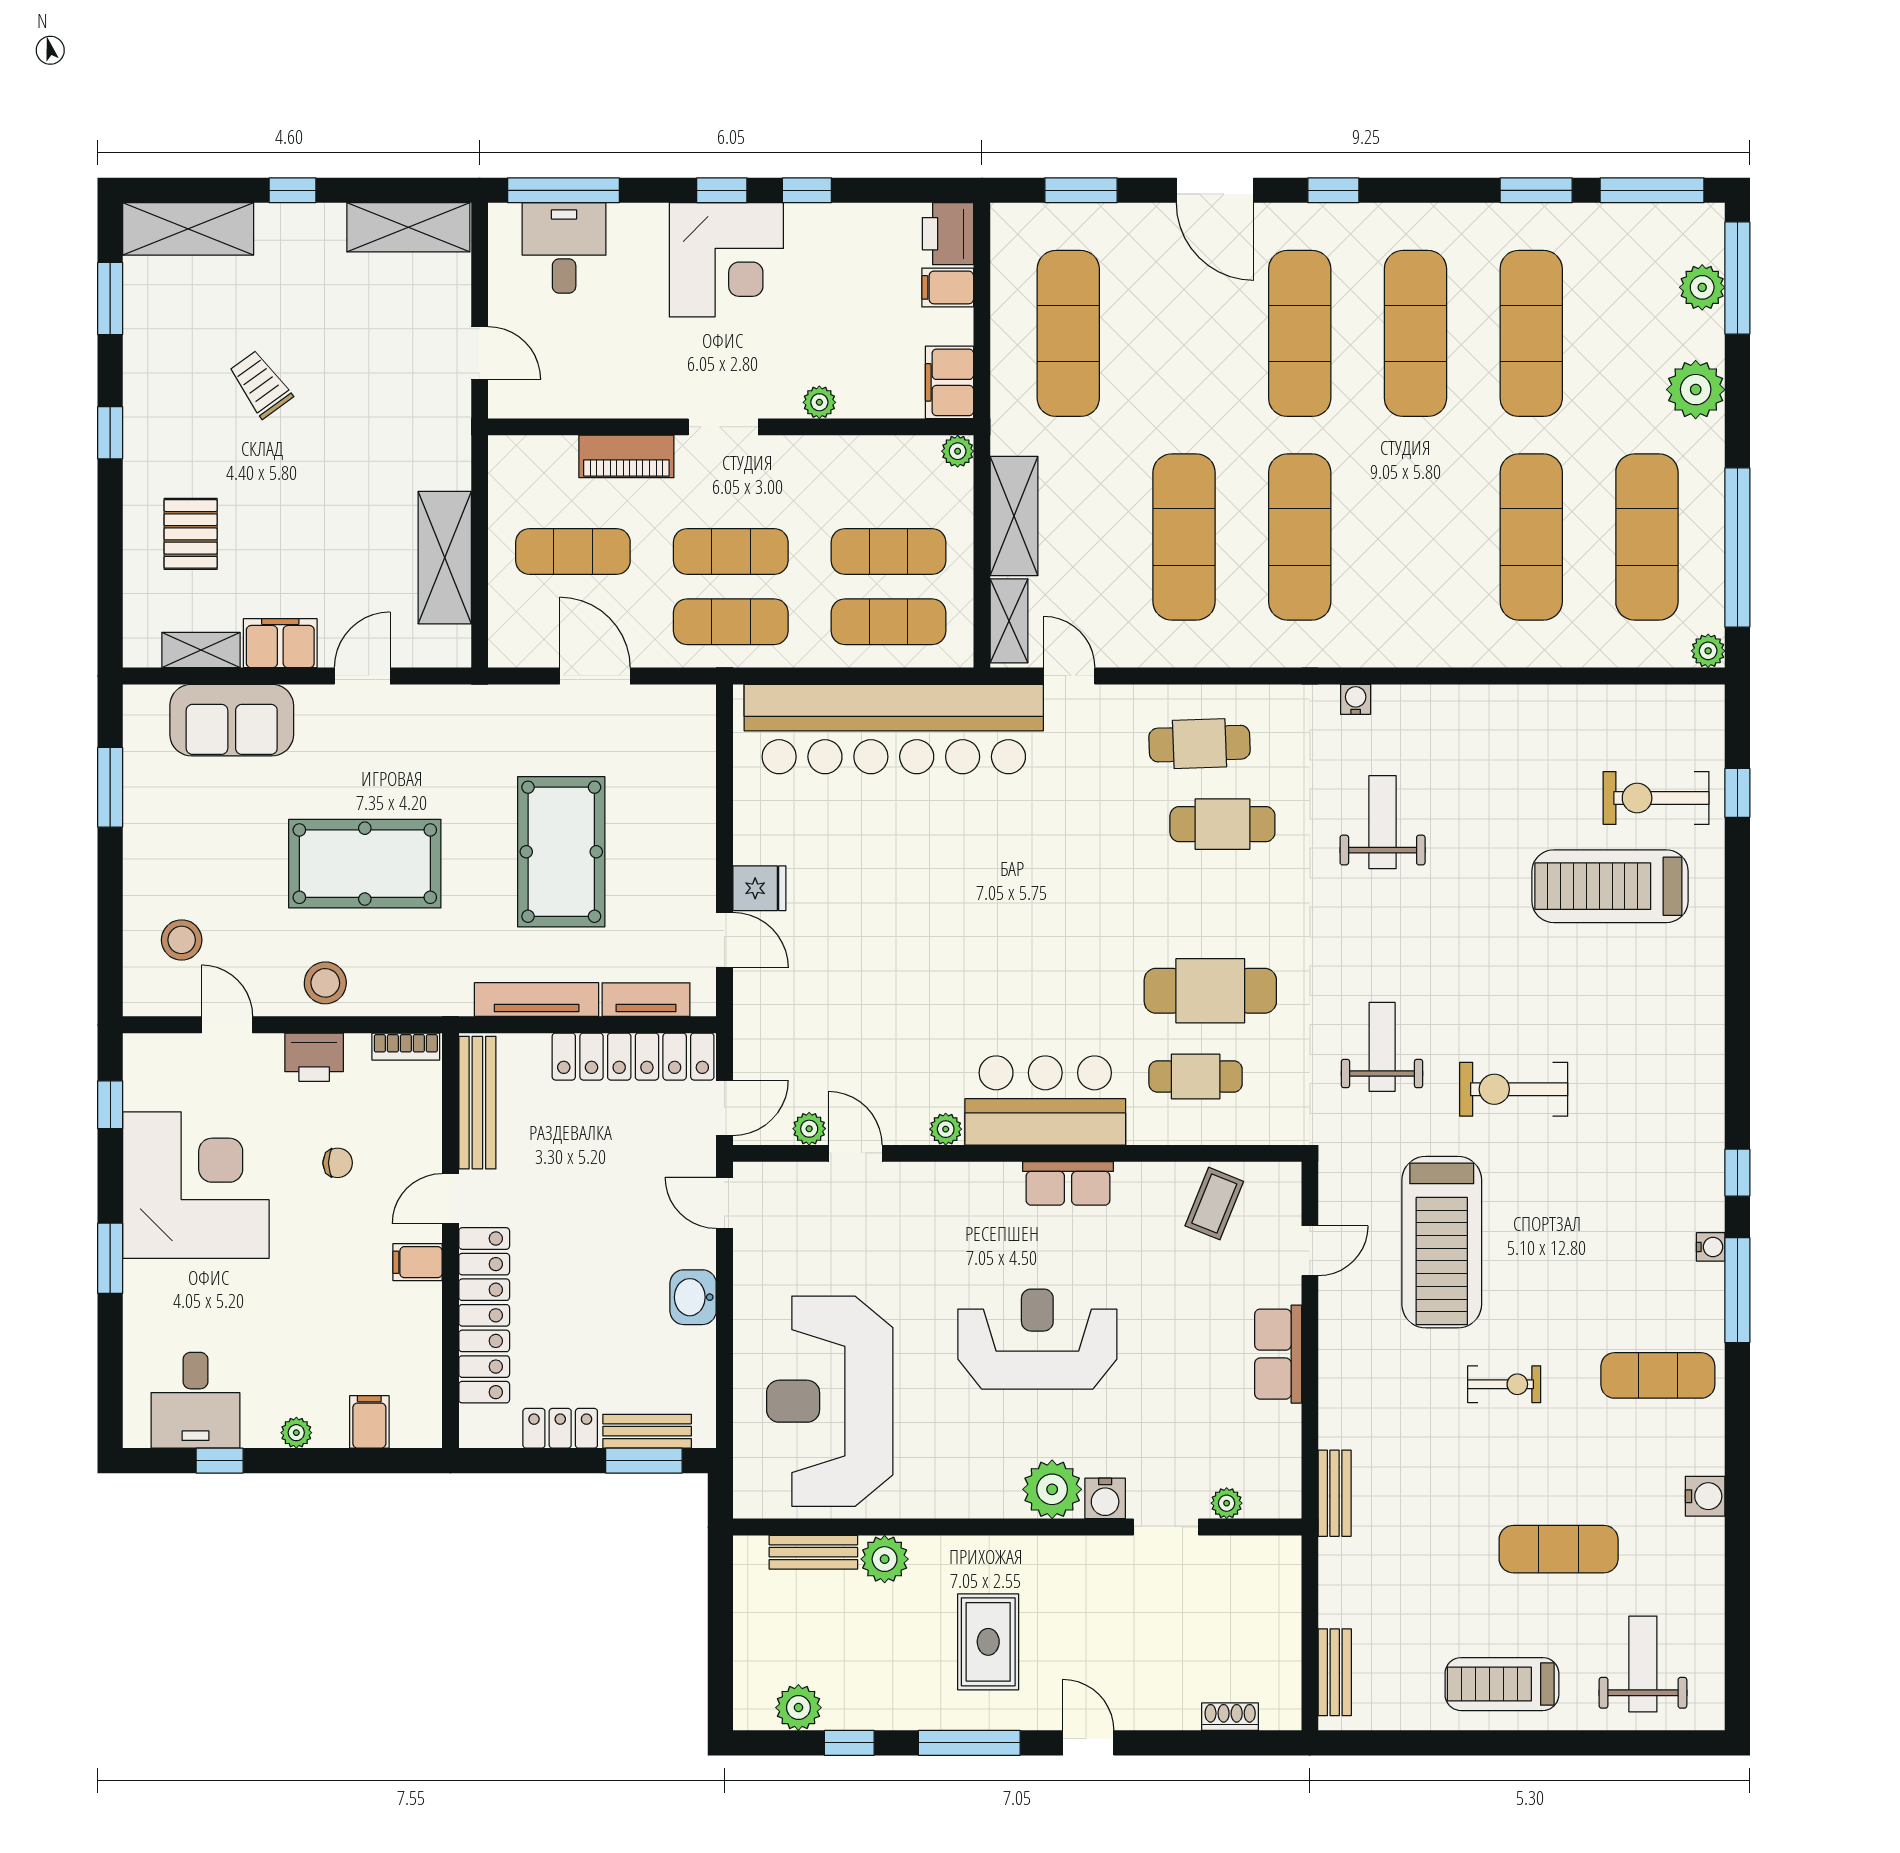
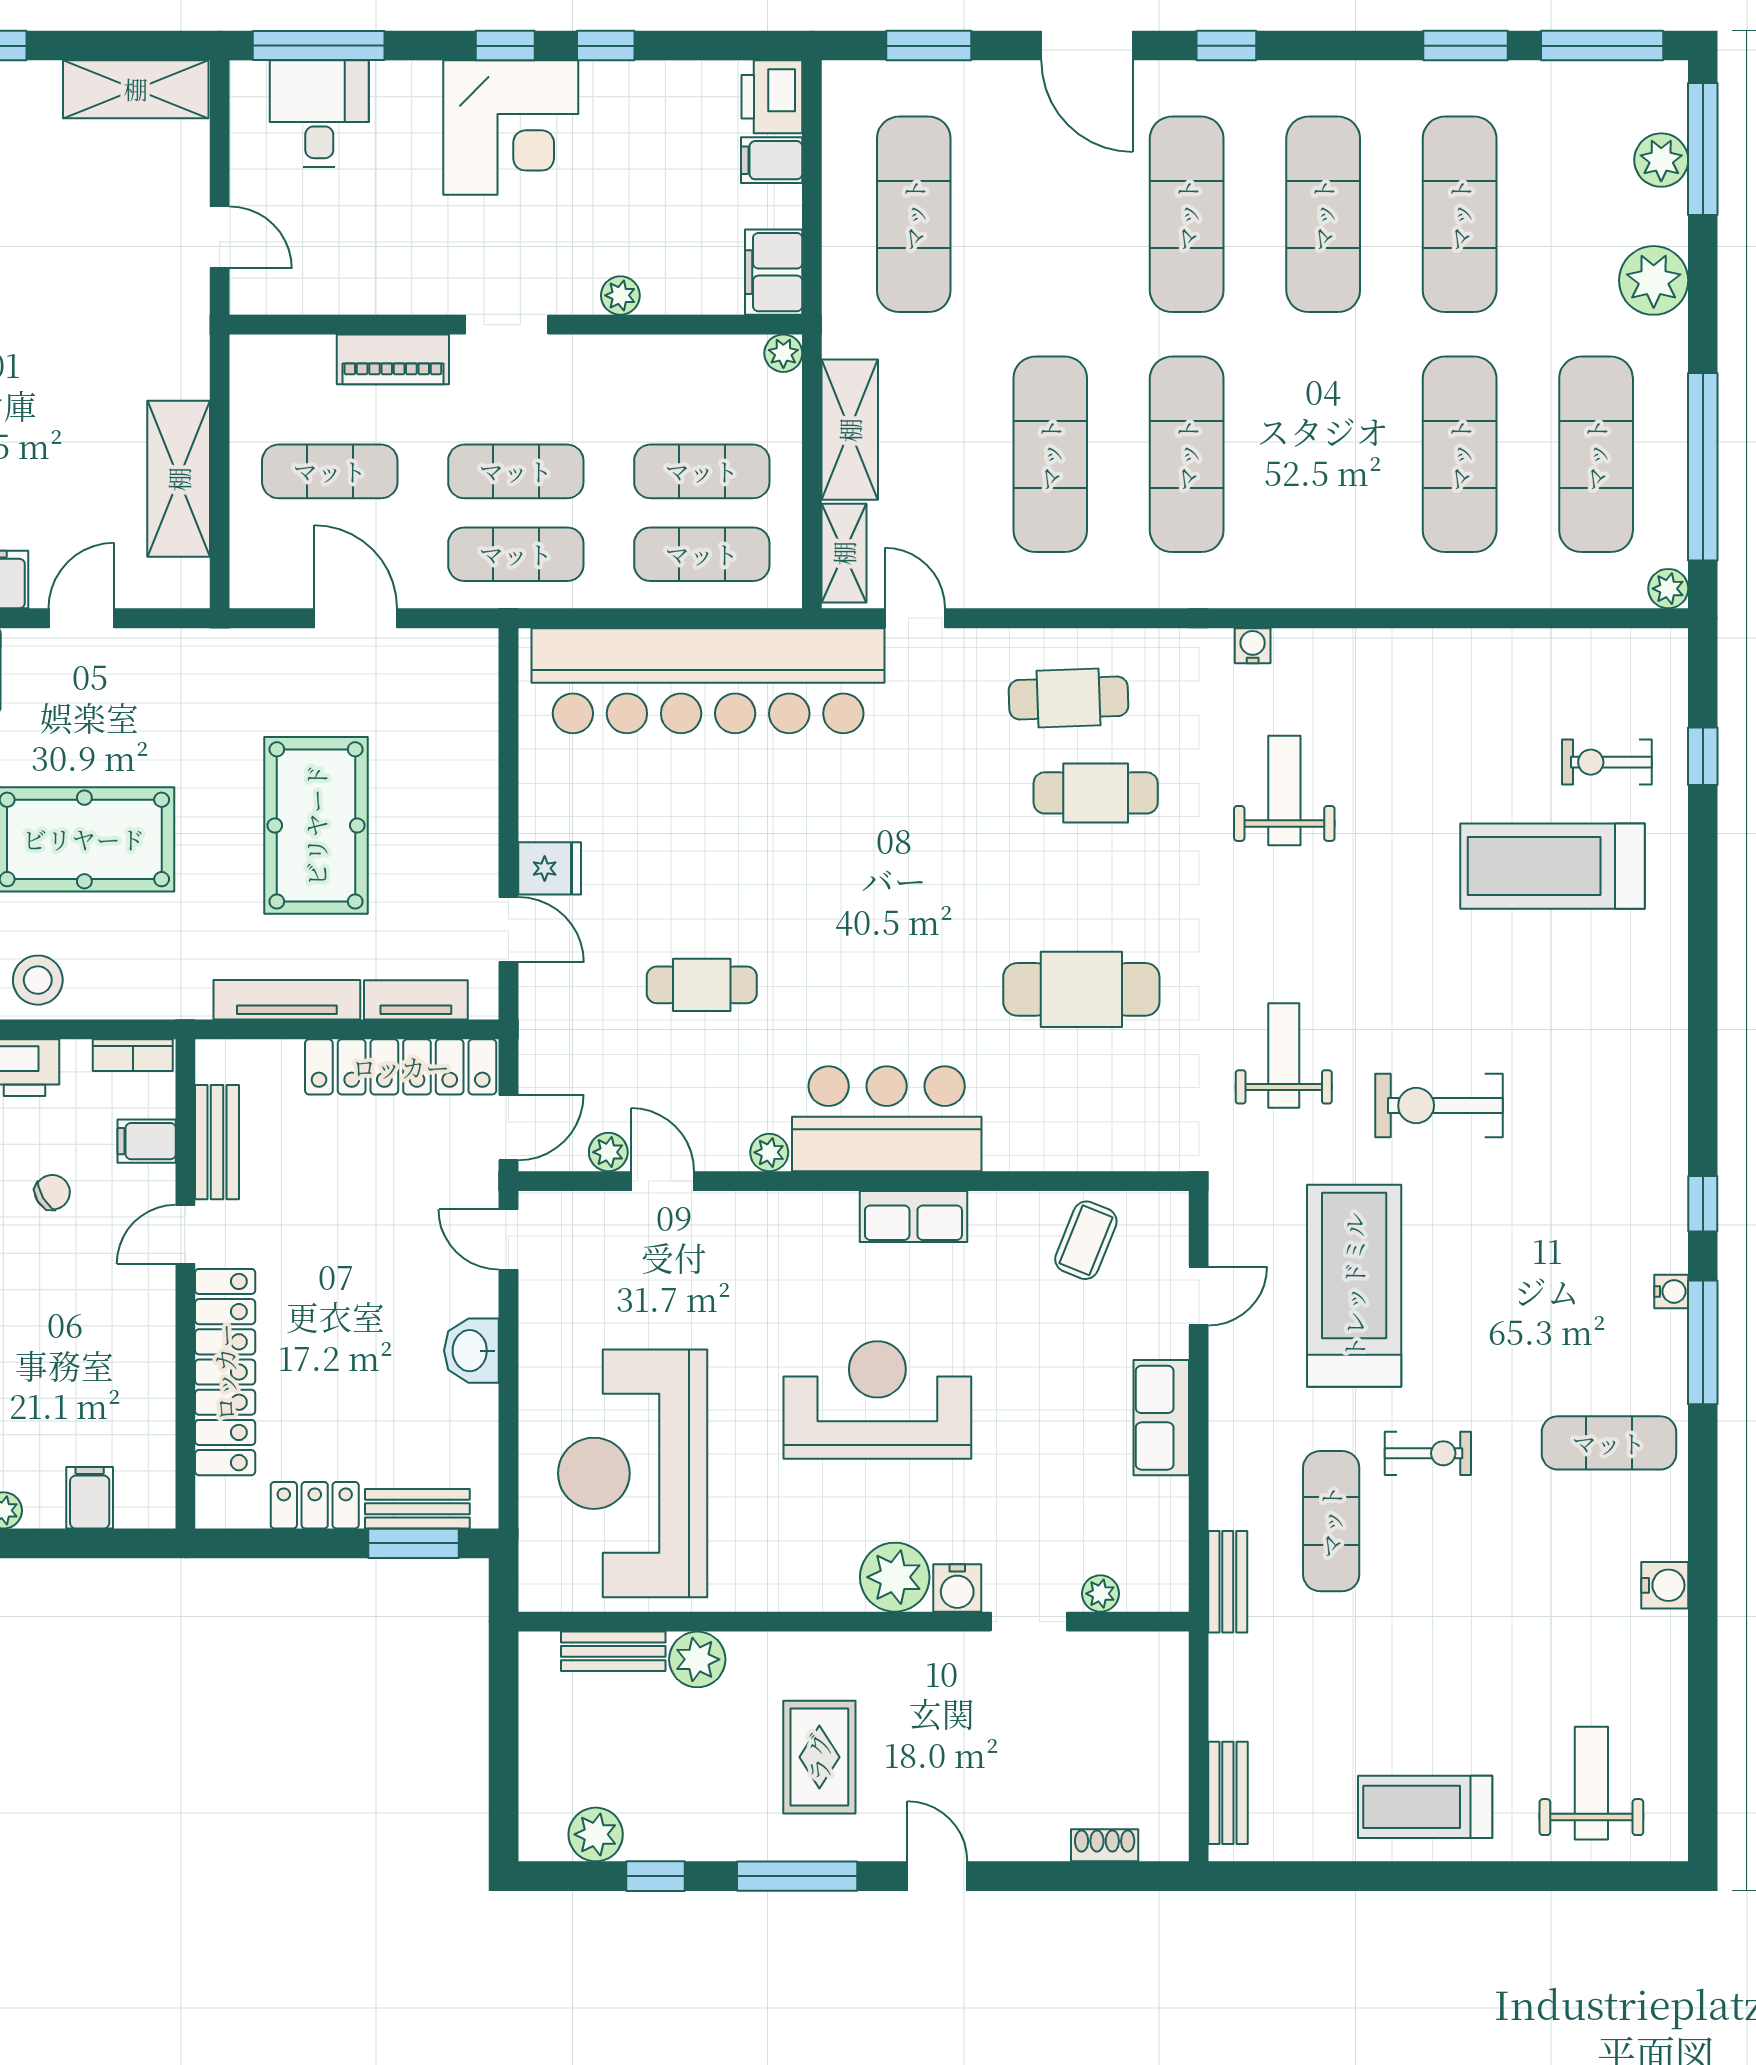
exercise bike: (1656, 798) -> (1607, 762), width x0.73, depth x0.72
cafe table: (1196, 1076) -> (702, 985), moved
bench: (477, 1103) -> (217, 1142), width x0.73
chair: (338, 1163) -> (52, 1192), turned -31
treadmill: (1442, 1242) -> (1354, 1286), turned 180
filing cabinet: (418, 1262) -> (147, 1141), moved
exercise mat: (1559, 1549) -> (1331, 1521), moved, turned 90

